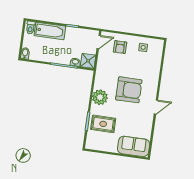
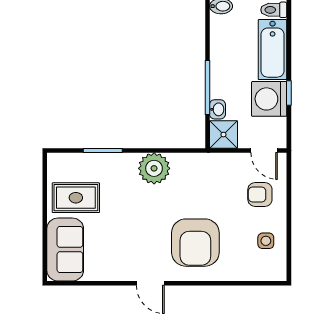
washing machine: (74, 36) -> (269, 99), added
armchair: (129, 90) -> (195, 243), moved
rug: (103, 124) -> (76, 198), moved, turned 90

